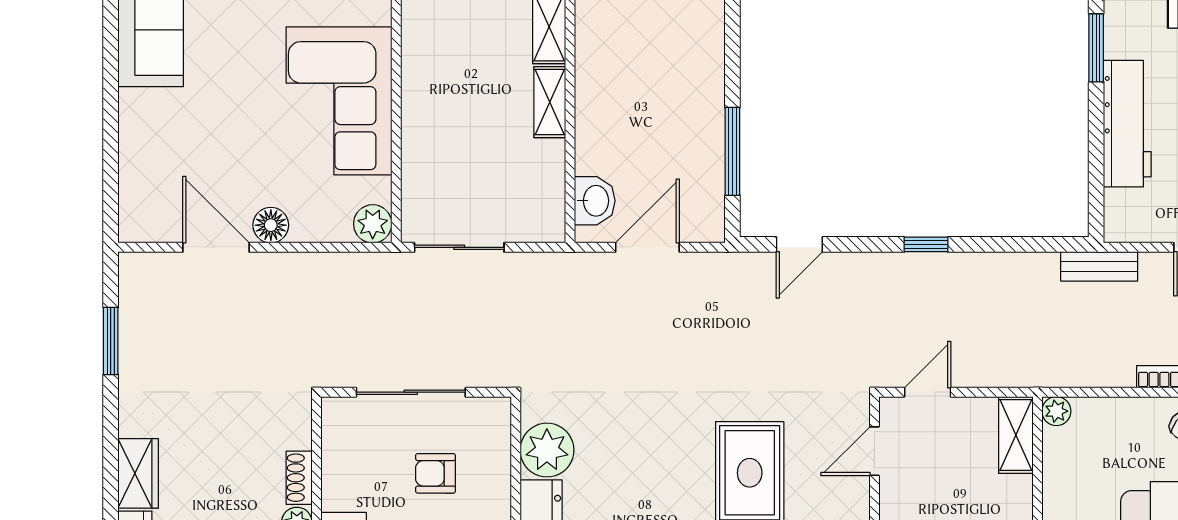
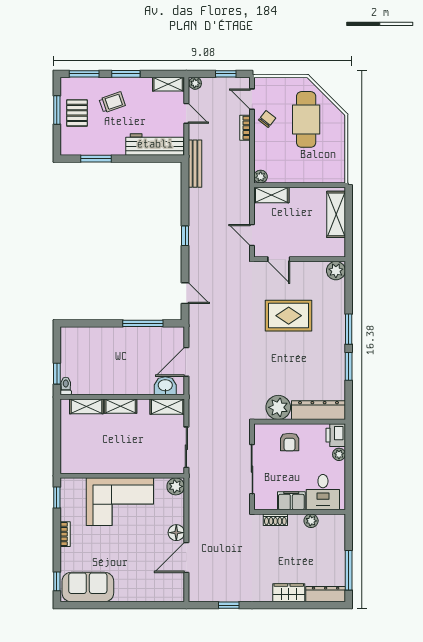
workbench: (1127, 124) -> (155, 144), moved
shelving: (549, 205) -> (167, 407), added
door: (647, 247) -> (186, 362), hinge flipped
bench: (1099, 266) -> (195, 164), width x1.36
window: (111, 341) -> (229, 605), width x0.67
armchair: (435, 473) -> (290, 442), moved
shoe rack: (299, 478) -> (275, 520), moved
filing cabinet: (341, 479) -> (291, 501), added

